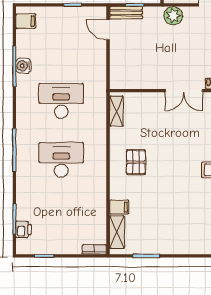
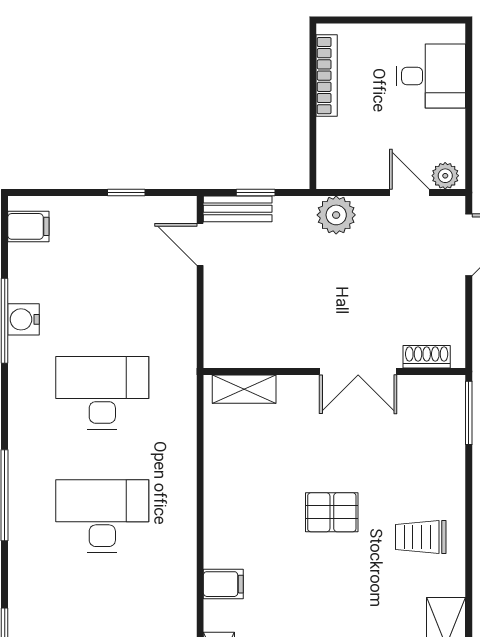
shelving: (116, 111) -> (244, 389), moved, turned 90
pallet: (136, 162) -> (332, 512), moved, turned 90
filing cabinet: (119, 207) -> (223, 584), moved

